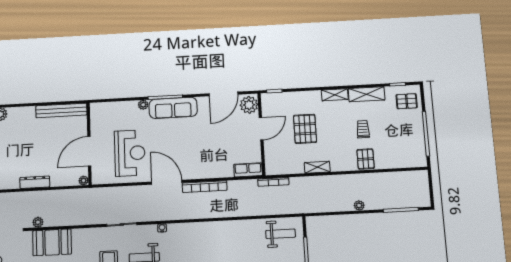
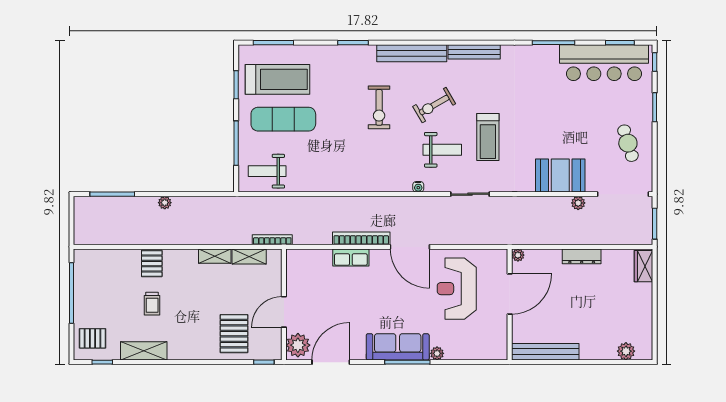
shelving: (335, 95) -> (249, 256), moved
pallet: (305, 129) -> (234, 334), moved
row of seats: (248, 170) -> (351, 257), moved

